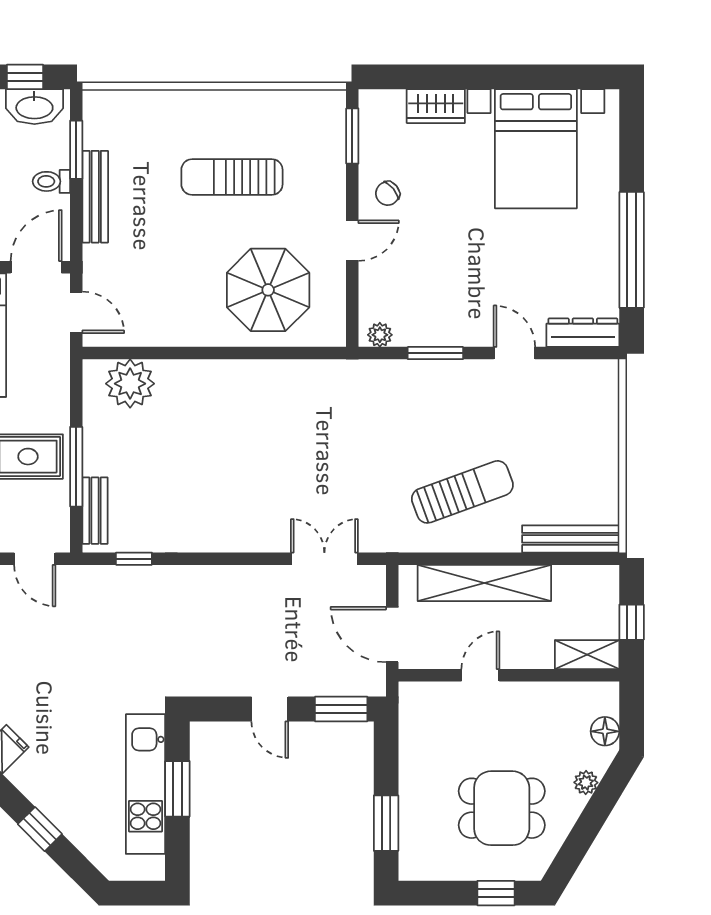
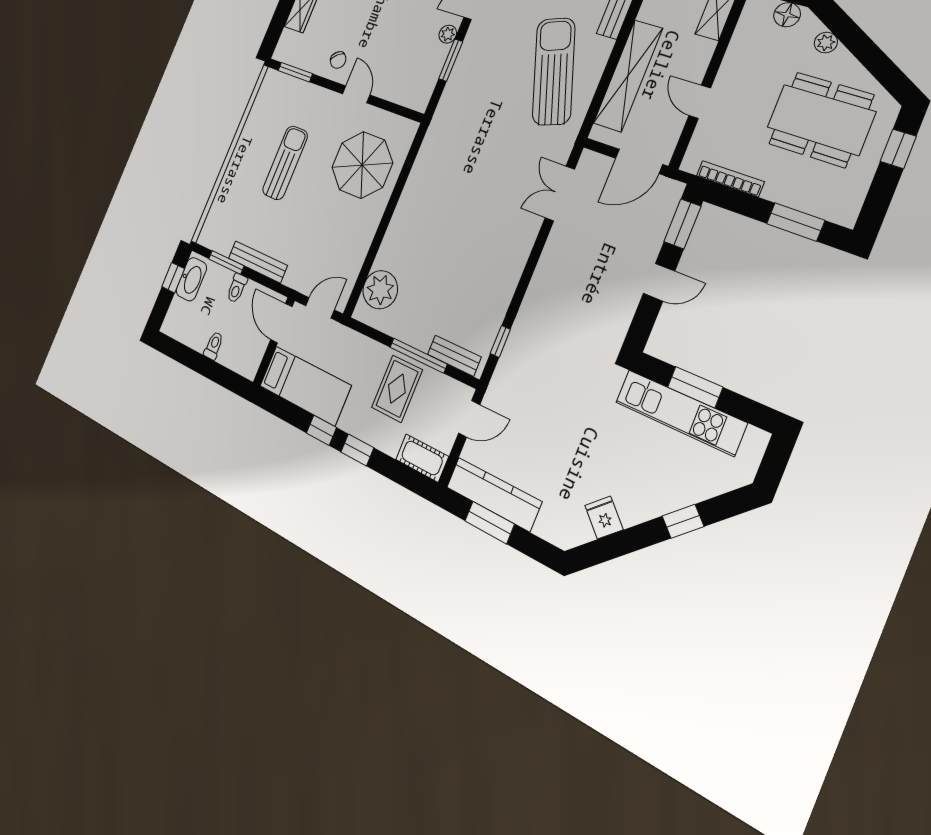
sun lounger: (232, 177) -> (285, 163), turned 180
plant: (380, 335) -> (448, 34), moved
sun lounger: (462, 492) -> (554, 71), width x1.36, depth x1.34
bookcase: (408, 740) -> (730, 179), added
dining table: (502, 808) -> (821, 120), width x1.38

